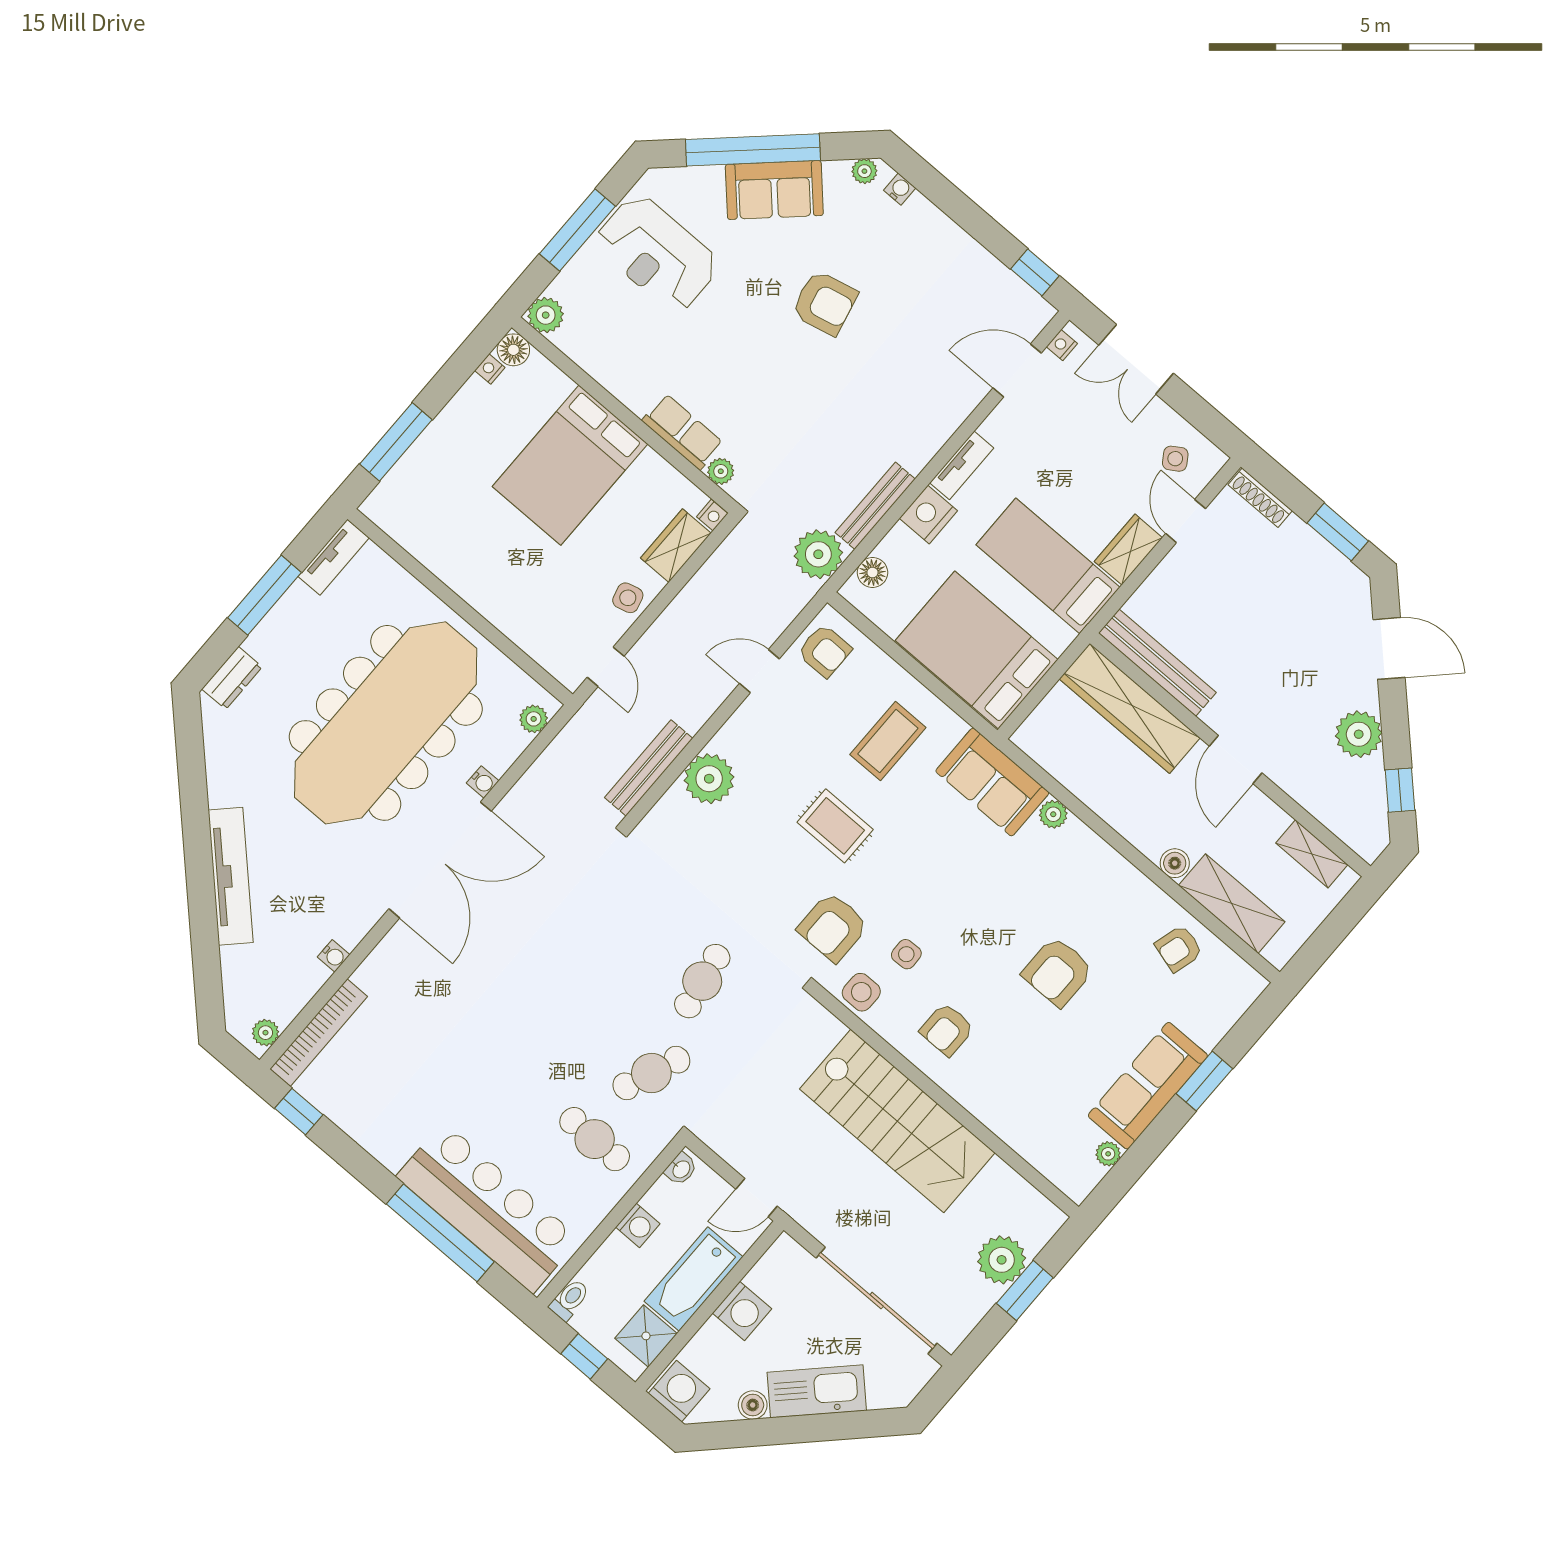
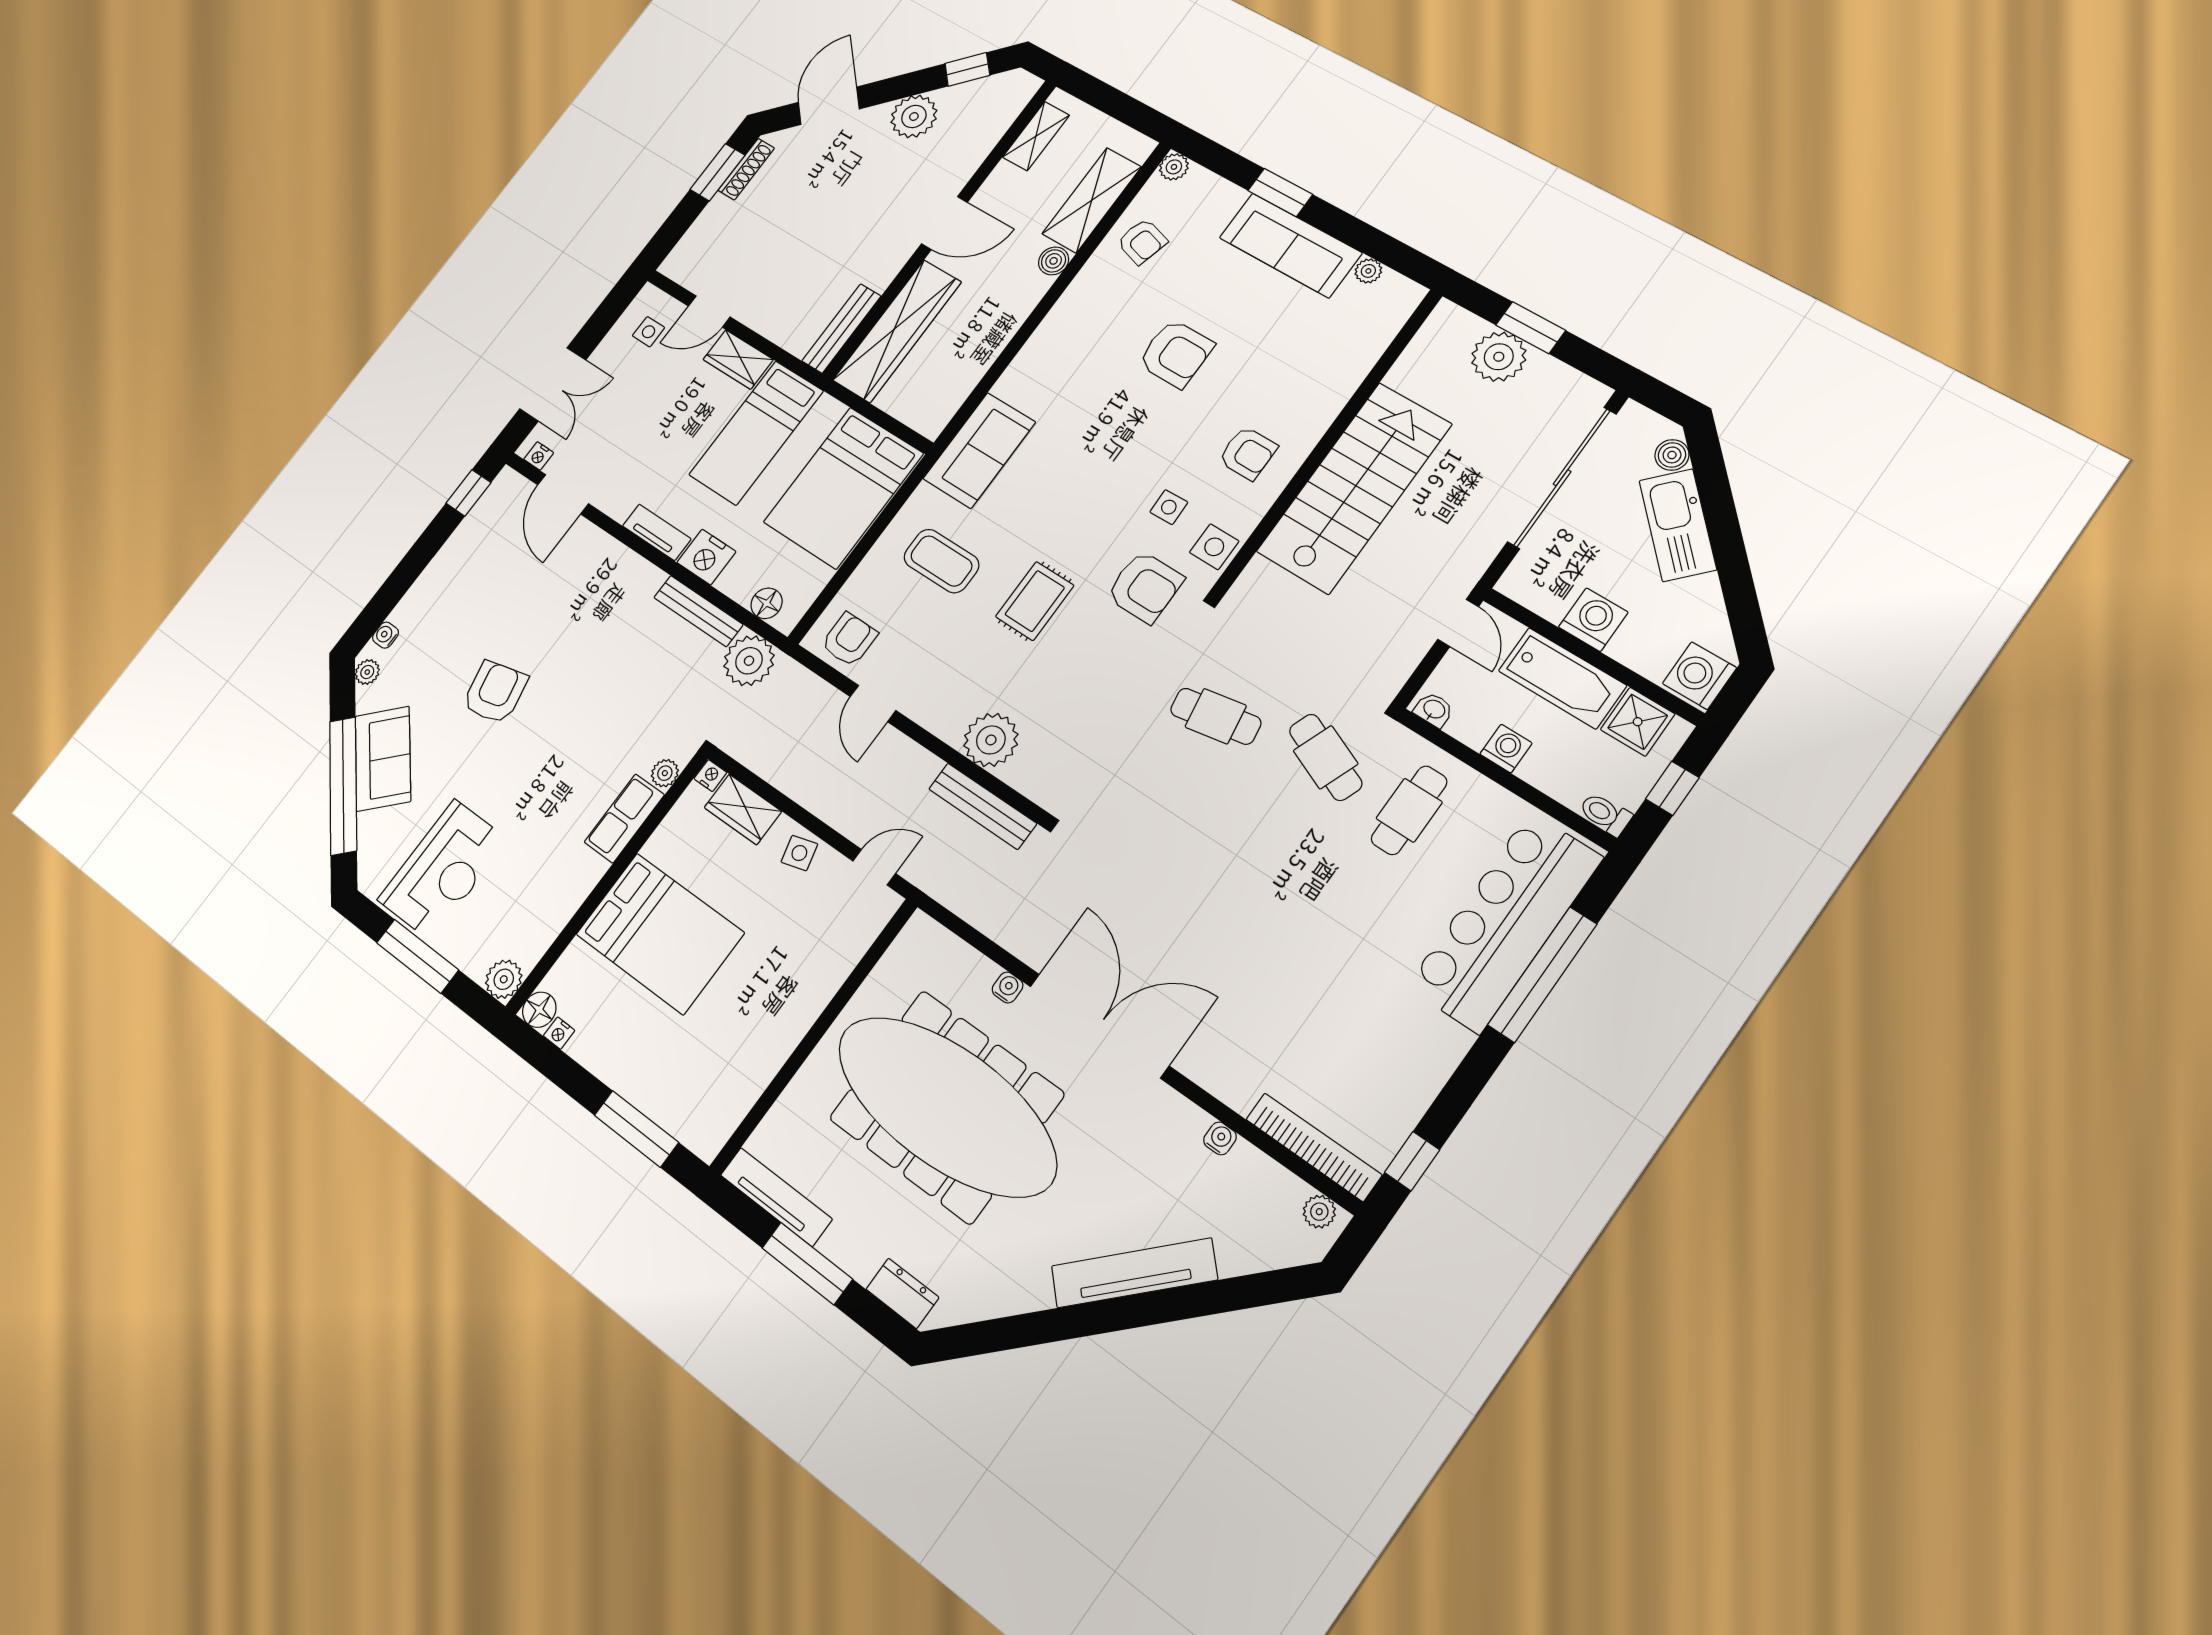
side table: (1175, 459) -> (649, 332), turned 33
shoe rack: (1260, 498) -> (746, 169), moved
tv unit: (334, 557) -> (776, 1197), width x1.41
bench: (1157, 663) -> (841, 328), width x0.73, depth x0.82
plant: (534, 719) -> (934, 939), removed
plant: (1053, 814) -> (1174, 167), moved
boiler: (753, 1405) -> (1672, 455), moved

